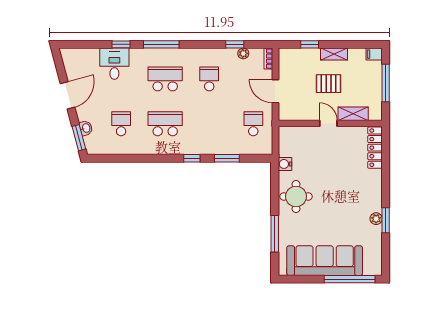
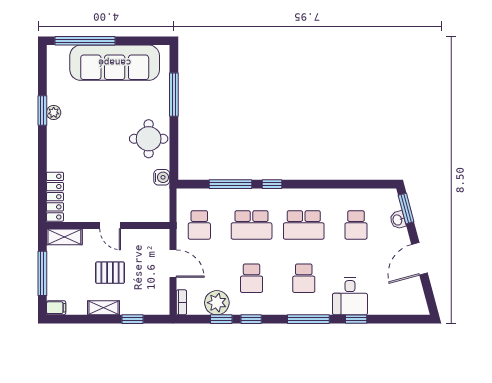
window: (210, 44) -> (251, 319), added
plant: (243, 53) -> (217, 303), width x1.88, depth x1.88
desk: (114, 64) -> (350, 296), moved
school desk: (165, 79) -> (304, 278), width x0.54
shelving: (353, 114) -> (64, 237), moved
school desk: (209, 124) -> (252, 225), added
window: (227, 158) -> (231, 184), width x1.44

